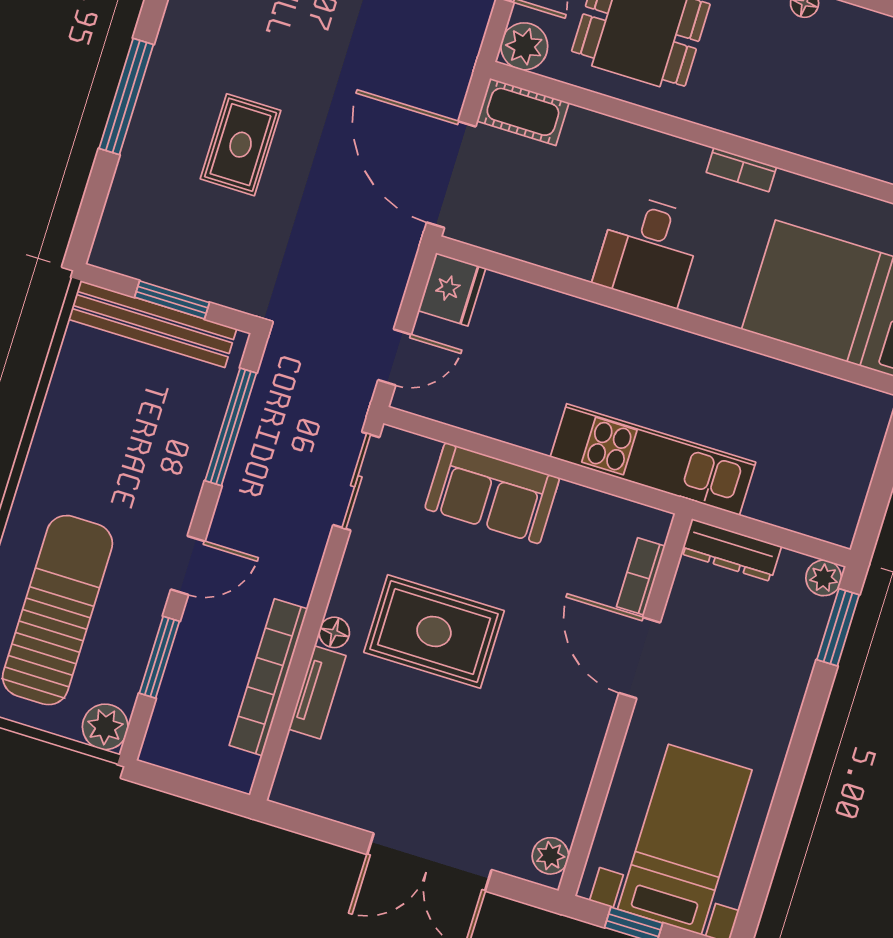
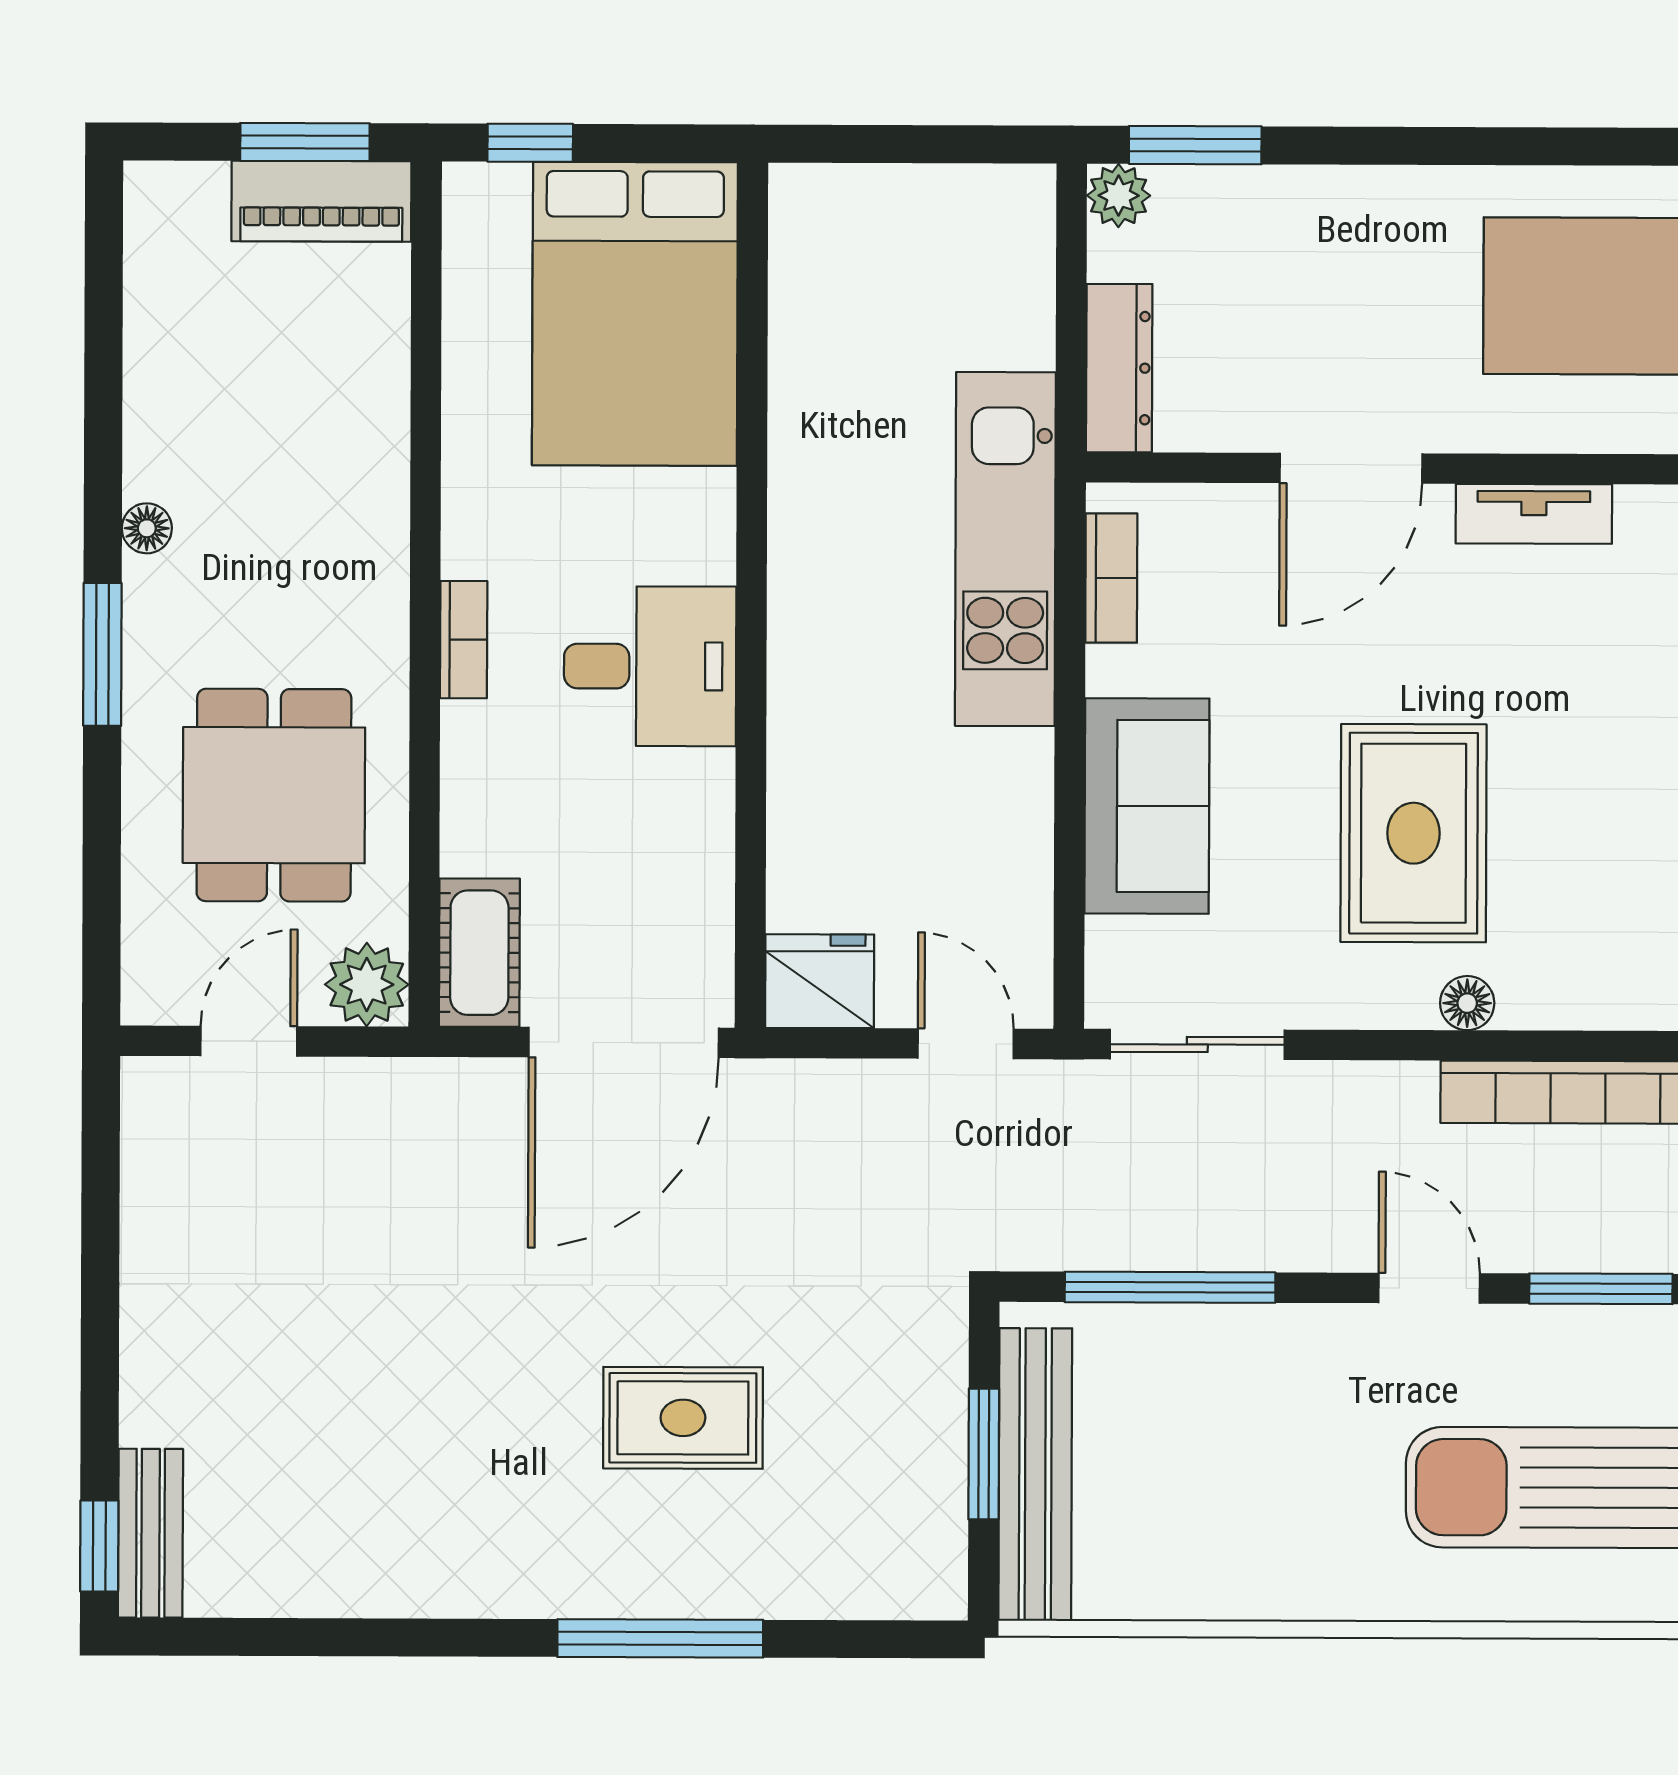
bookcase: (741, 170) -> (464, 640), moved
bookcase: (641, 576) -> (1111, 578), moved, turned -90
tv unit: (317, 692) -> (1534, 514), moved, turned 180

